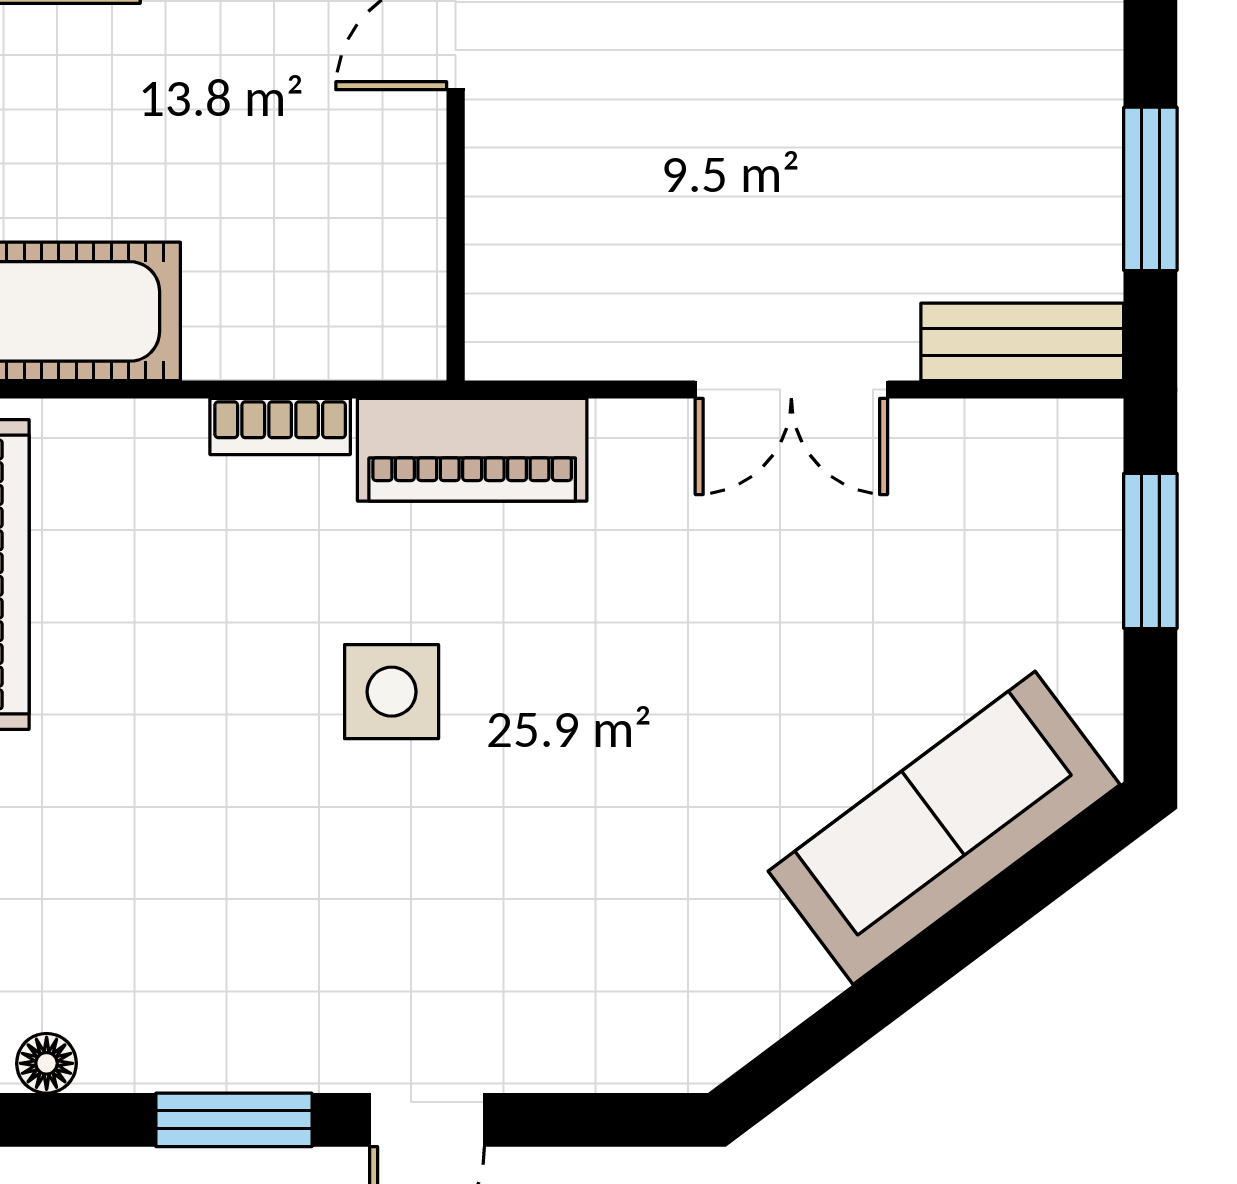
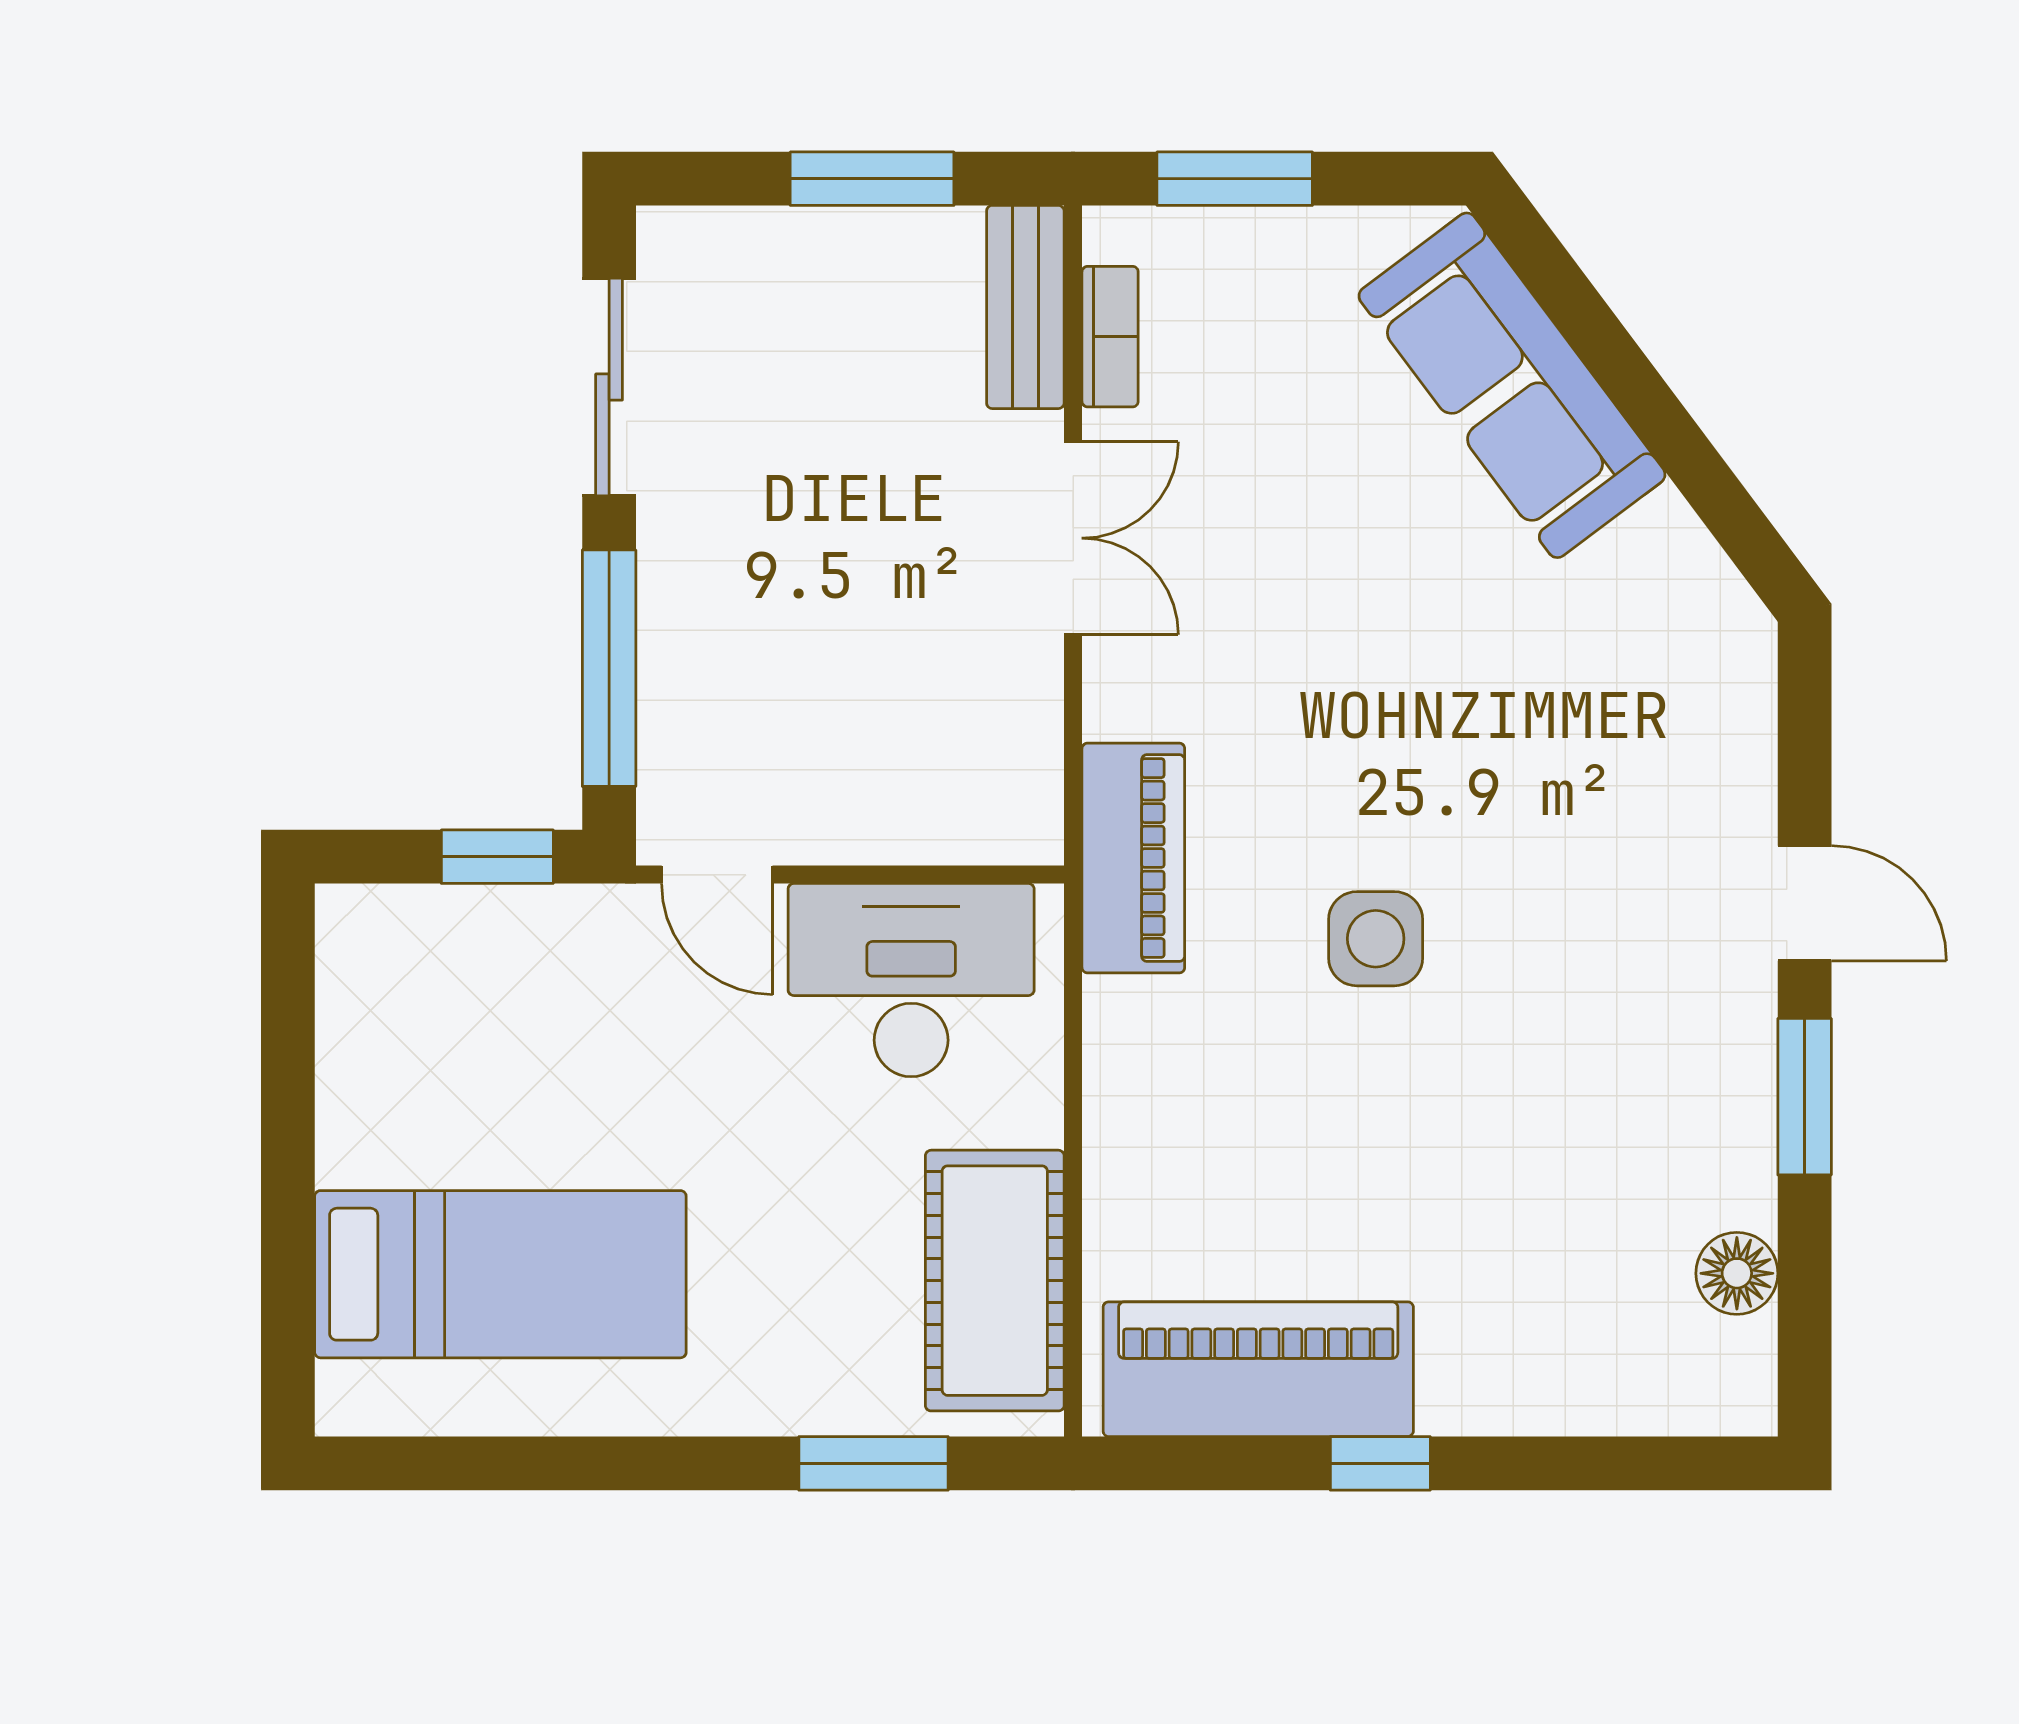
desk: (350, 228) -> (911, 980), added
bookcase: (280, 427) -> (1110, 337), moved
floor lamp: (47, 1063) -> (1737, 1273), width x1.37, depth x1.37

